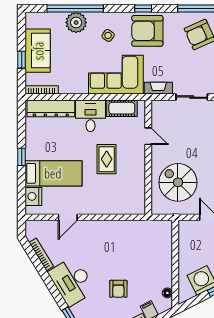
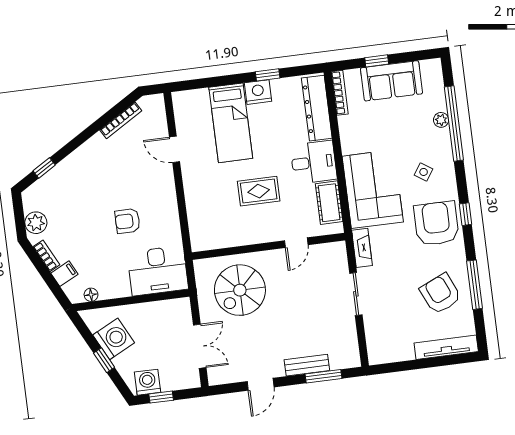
plant: (76, 22) -> (441, 120), width x0.53, depth x0.53
window: (22, 157) -> (268, 75), moved
spiral stairs: (178, 182) -> (240, 290), turned 180
nightstand: (33, 196) -> (258, 92), moved
desk: (72, 281) -> (158, 271), moved, turned -149
armchair: (118, 289) -> (128, 221), moved

